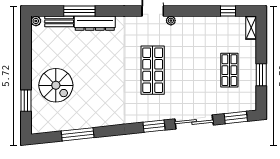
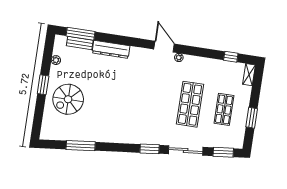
window: (79, 11) -> (81, 34), moved
plant: (36, 21) -> (56, 60), moved
shop shelf: (153, 70) -> (190, 104), moved
spiral stairs: (56, 85) -> (68, 99), turned 90
window: (26, 101) -> (43, 85), moved

